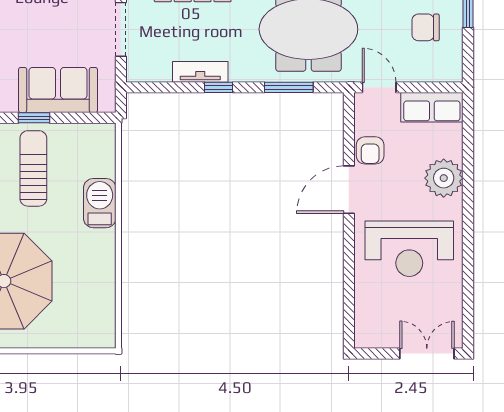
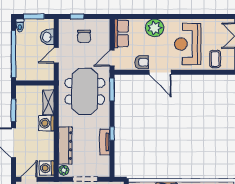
window: (289, 87) -> (112, 90), moved
reception desk: (409, 249) -> (188, 44), turned 180
coffee table: (377, 307) -> (215, 59), added

